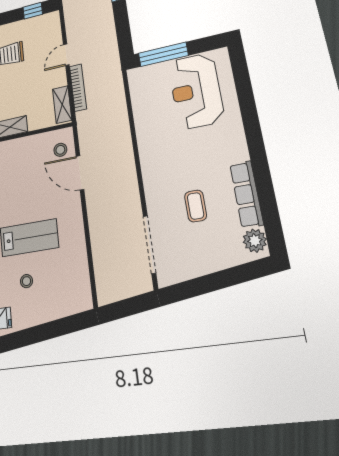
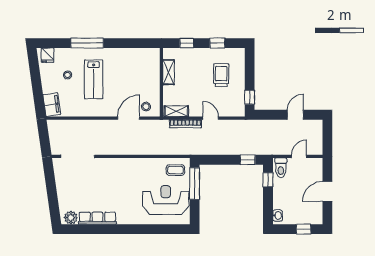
coffee table: (196, 206) -> (175, 170), moved
filing cabinet: (73, 301) -> (52, 105), added

